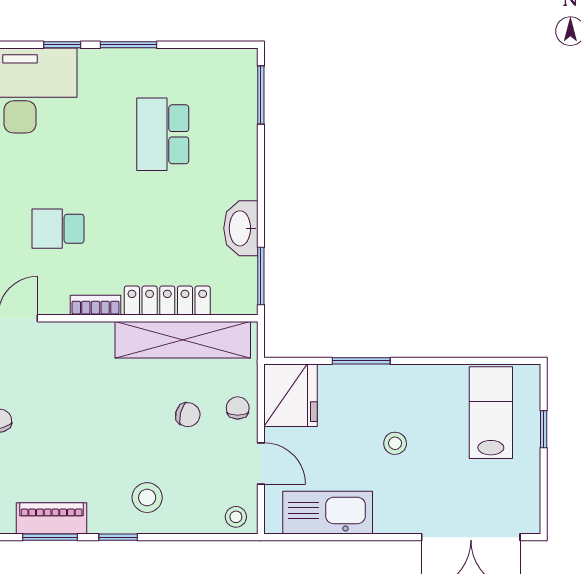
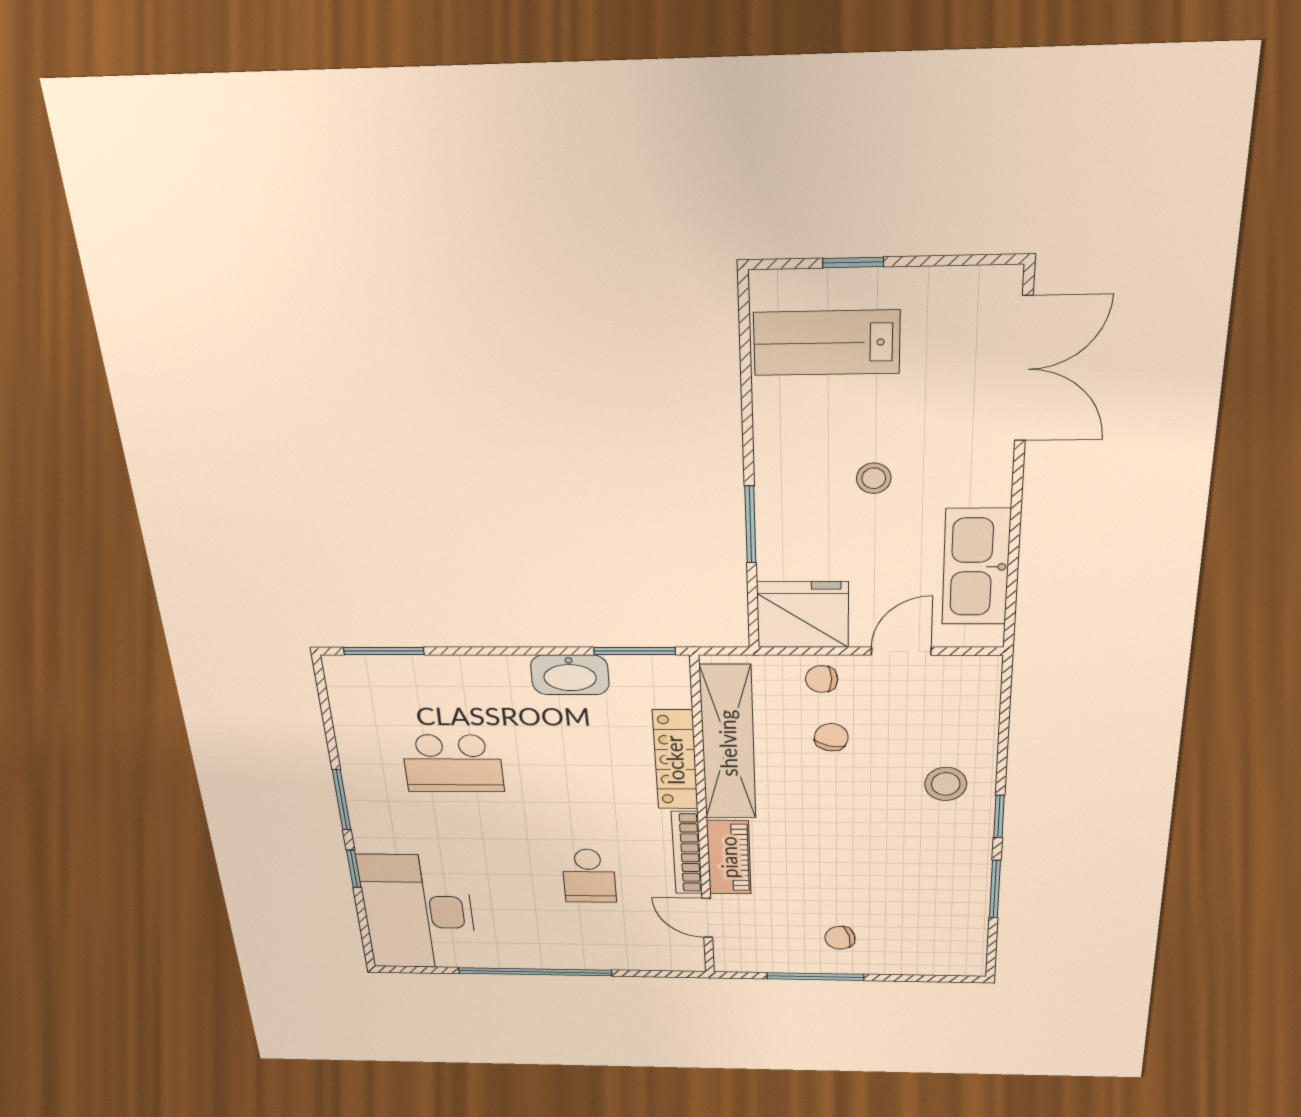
bookcase: (96, 305) -> (687, 853), width x1.56
stool: (236, 517) -> (977, 681), removed
piano: (52, 518) -> (729, 857), moved, turned 180

